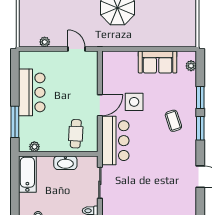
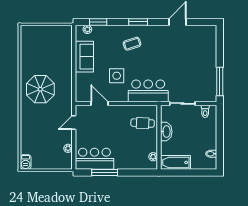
bar counter: (32, 92) -> (94, 159), moved
window: (200, 97) -> (98, 22), moved
door: (100, 105) -> (100, 103), moved
window: (15, 122) -> (105, 173), moved

